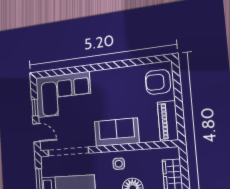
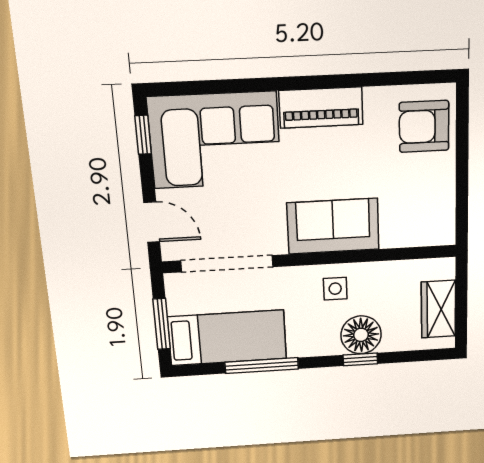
window: (35, 108) -> (143, 135), moved
piano: (168, 121) -> (321, 108), moved, turned -90

